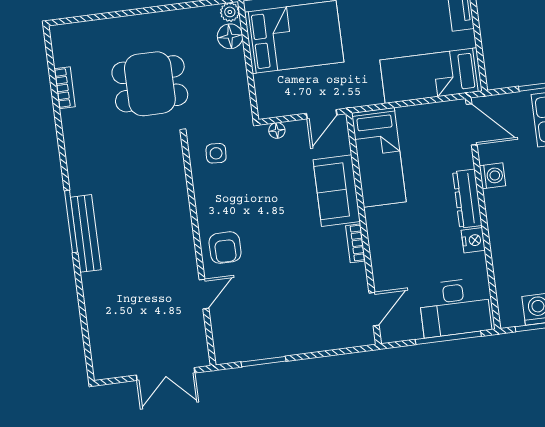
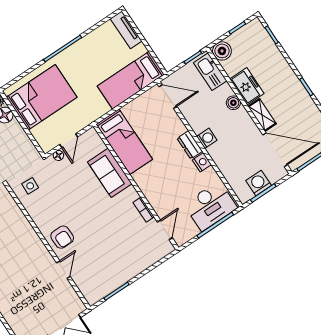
door: (322, 114) -> (69, 141), moved
washing machine: (492, 176) -> (207, 138), moved
dresser: (467, 199) -> (190, 145), width x0.70
bookcase: (356, 243) -> (144, 210), moved

